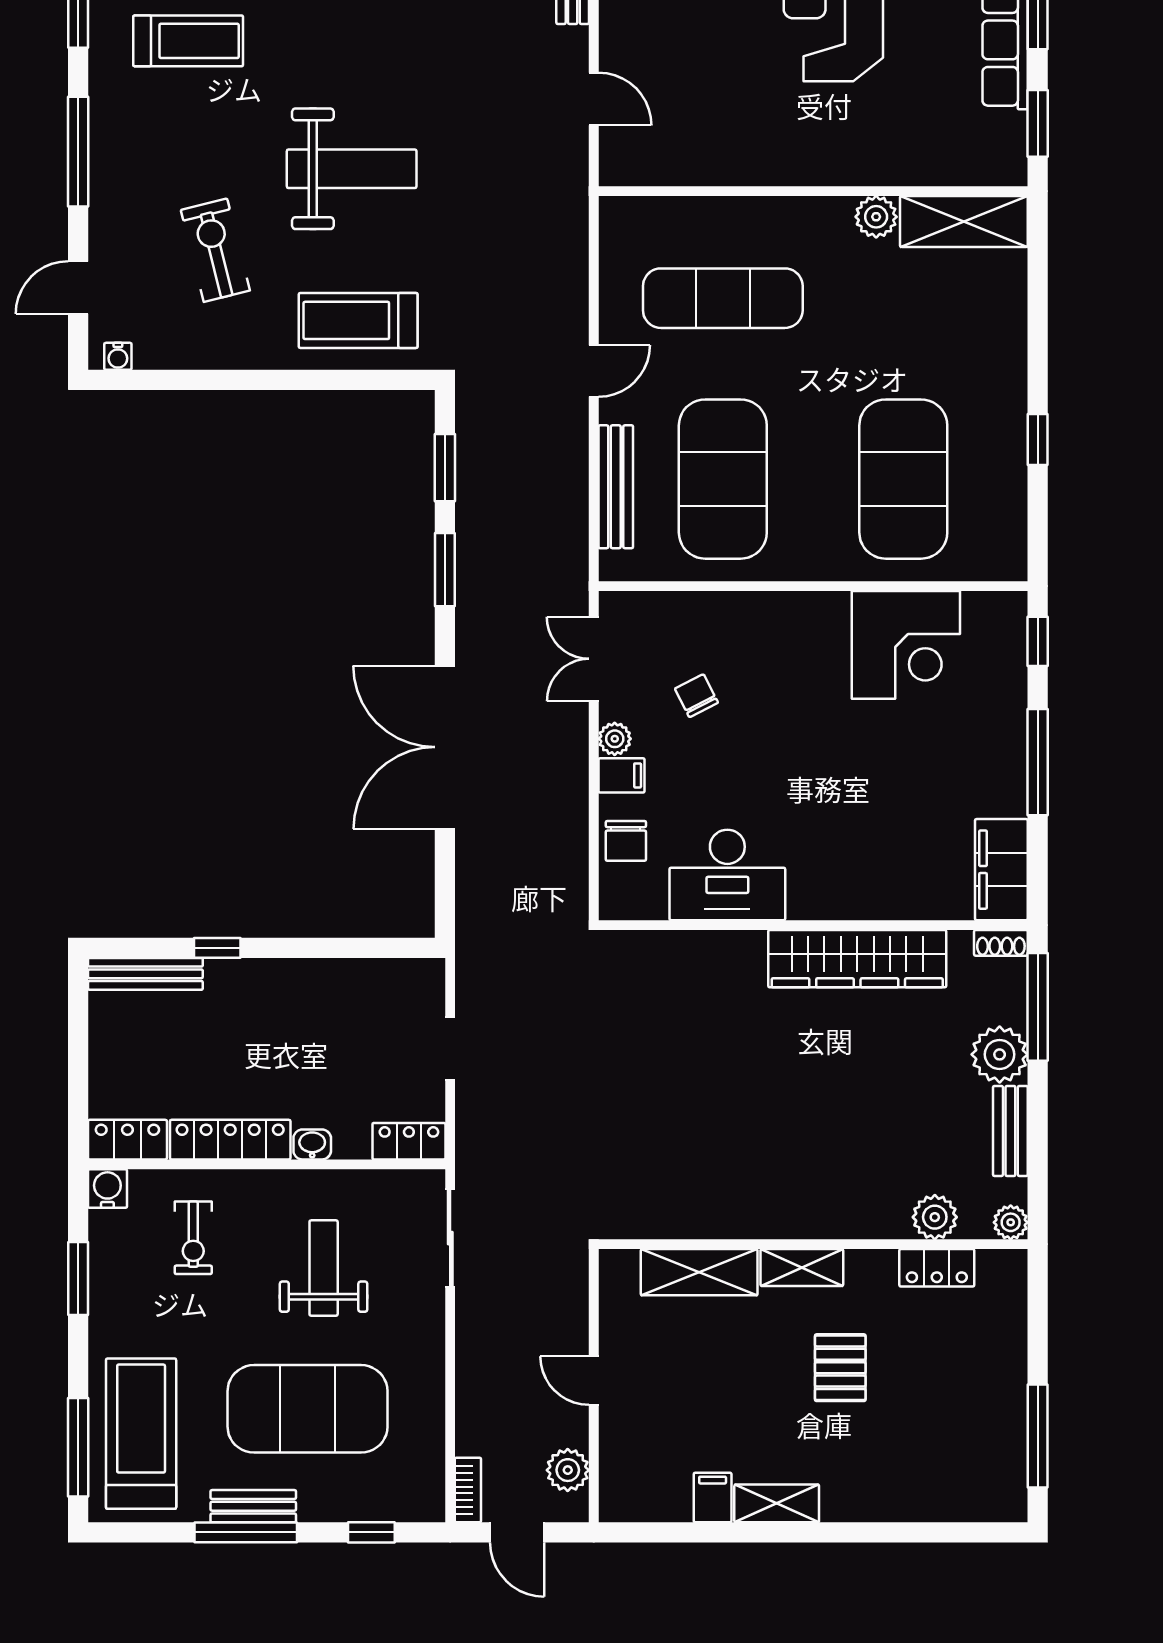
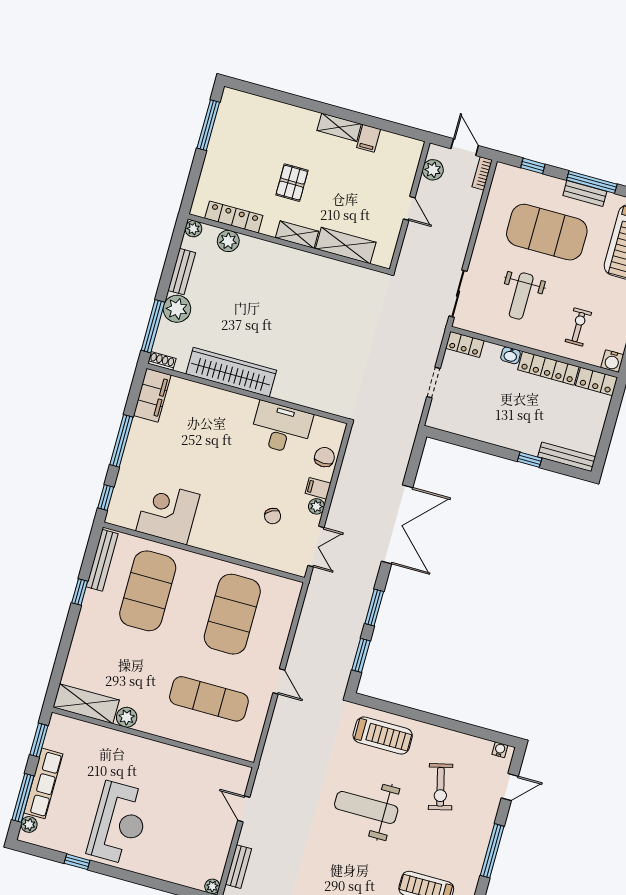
door: (594, 371) -> (279, 681), swing flipped
bench: (616, 487) -> (102, 560), moved
locker: (937, 1268) -> (234, 217), width x1.53

